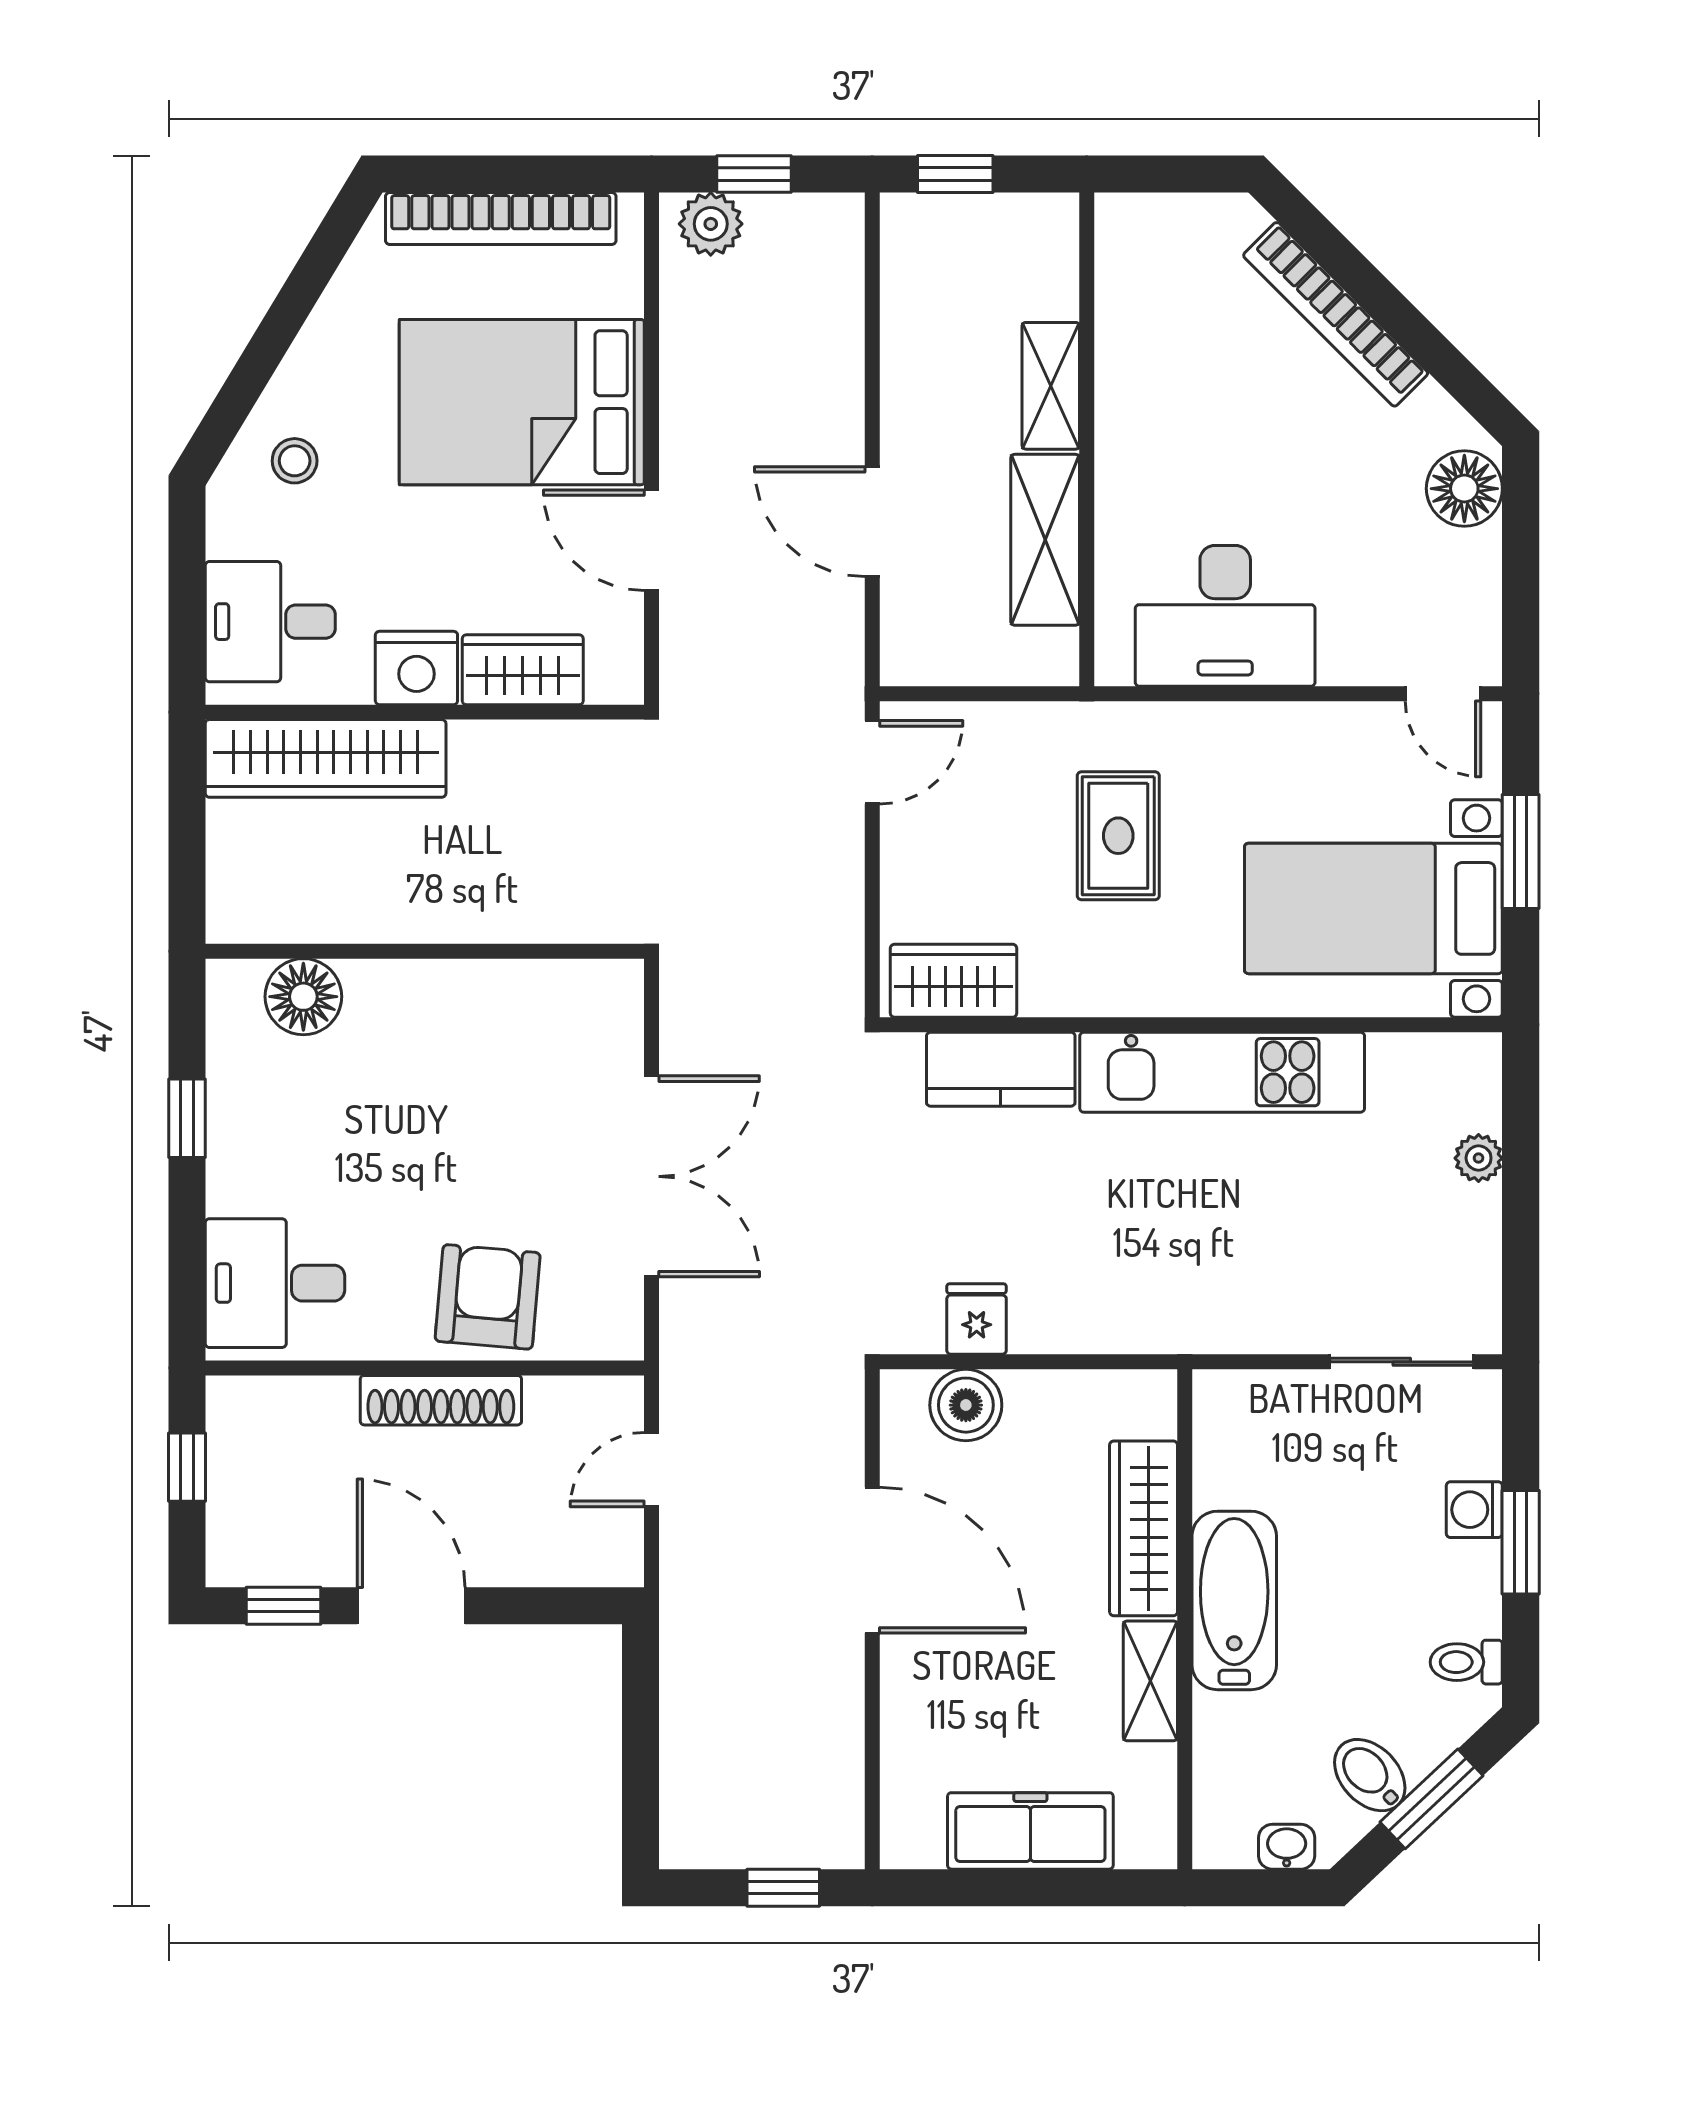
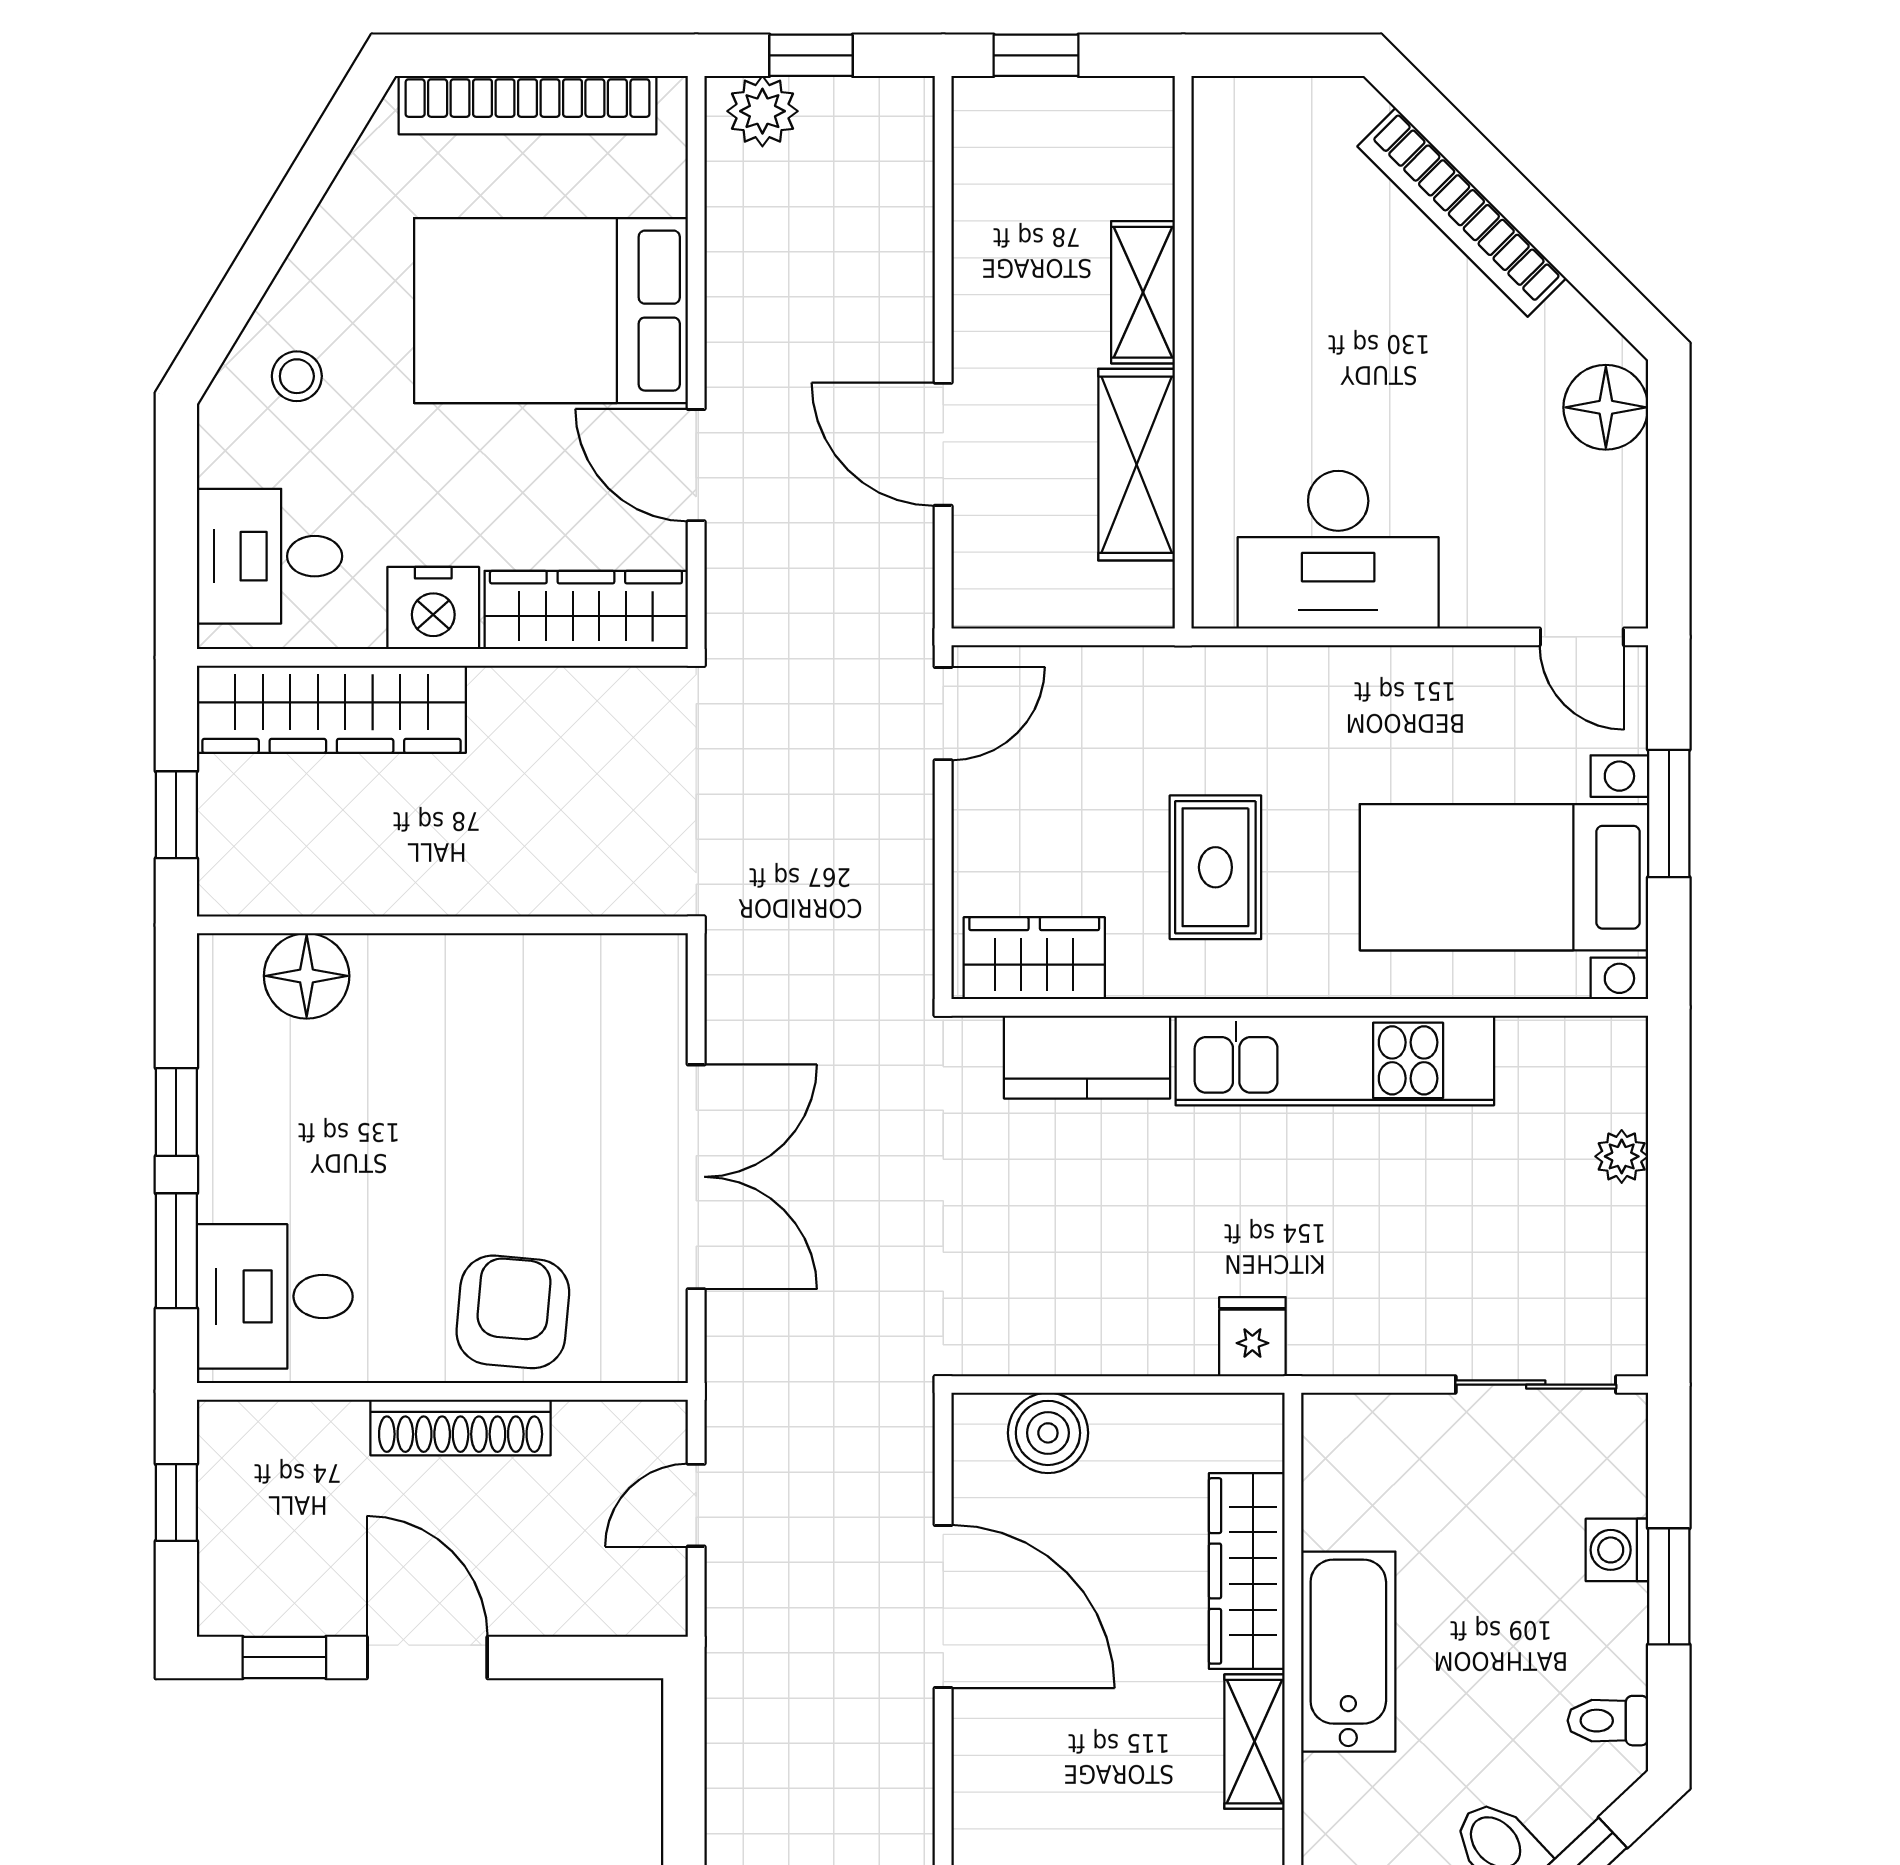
wardrobe: (523, 670) -> (586, 610), width x1.50
rug: (1118, 836) -> (1215, 867), moved
window: (187, 853) -> (176, 815), added
window: (187, 1242) -> (176, 1251), added
fridge: (977, 1319) -> (1252, 1337), moved

